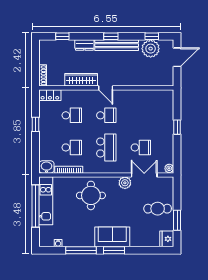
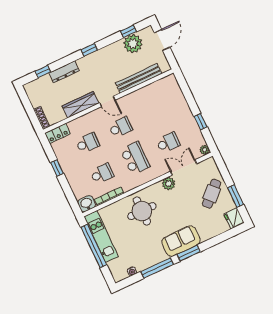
dresser: (84, 45) -> (64, 72), width x1.44
bench: (117, 45) -> (139, 78), moved
window: (177, 127) -> (201, 122), moved
cafe table: (158, 209) -> (212, 194), turned -43

